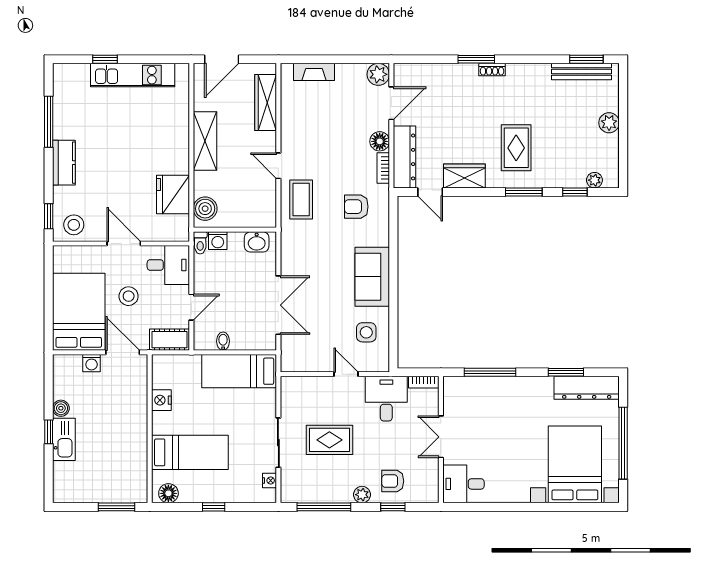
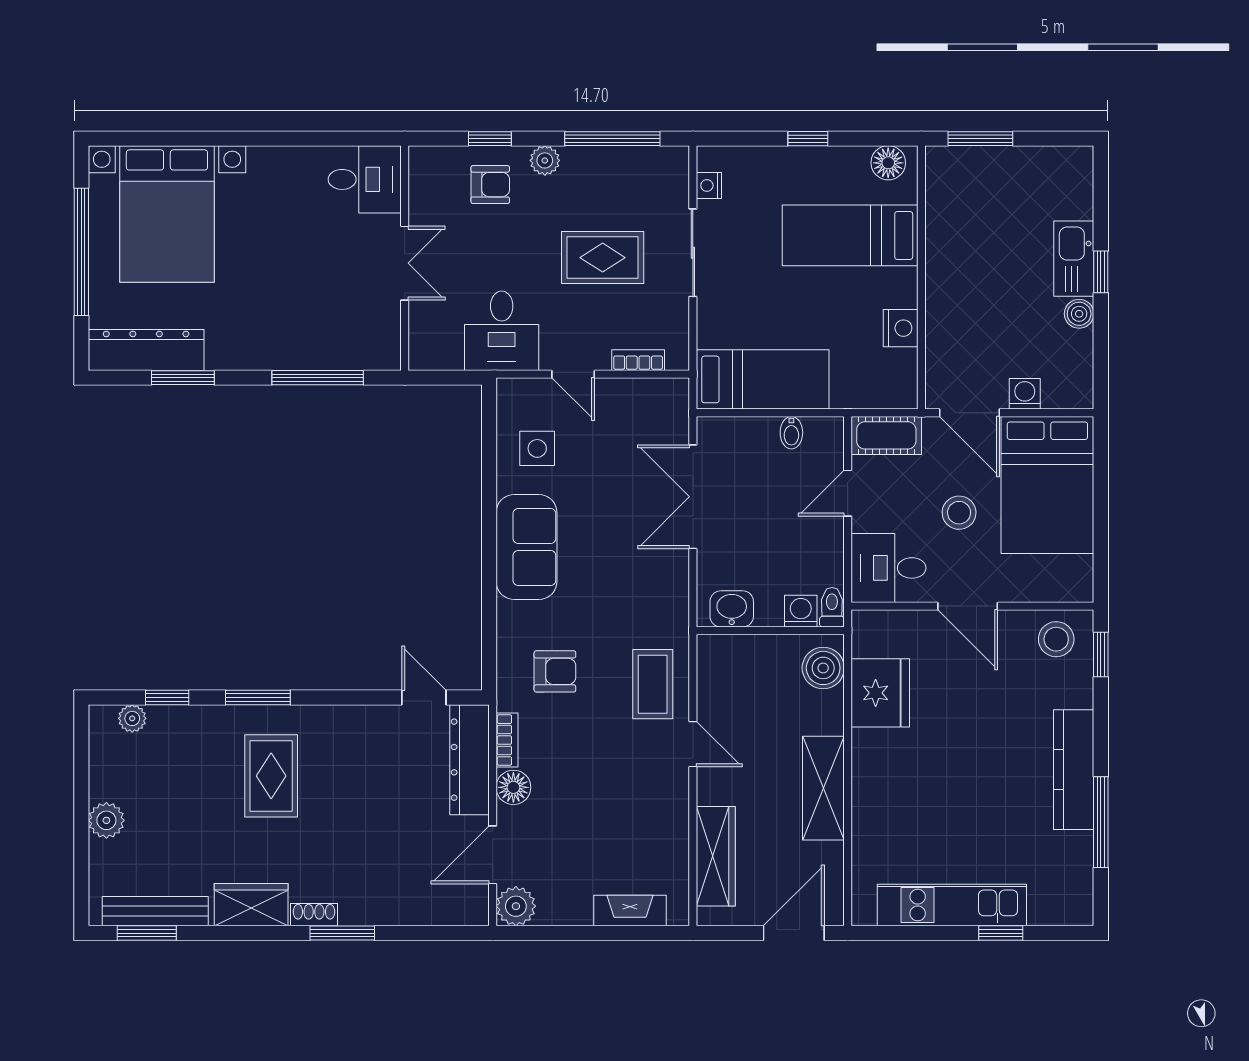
kitchen counter: (64, 163) -> (1074, 770), width x1.50
wardrobe: (464, 176) -> (251, 905), moved, turned 180
bookcase: (424, 382) -> (638, 360), moved

